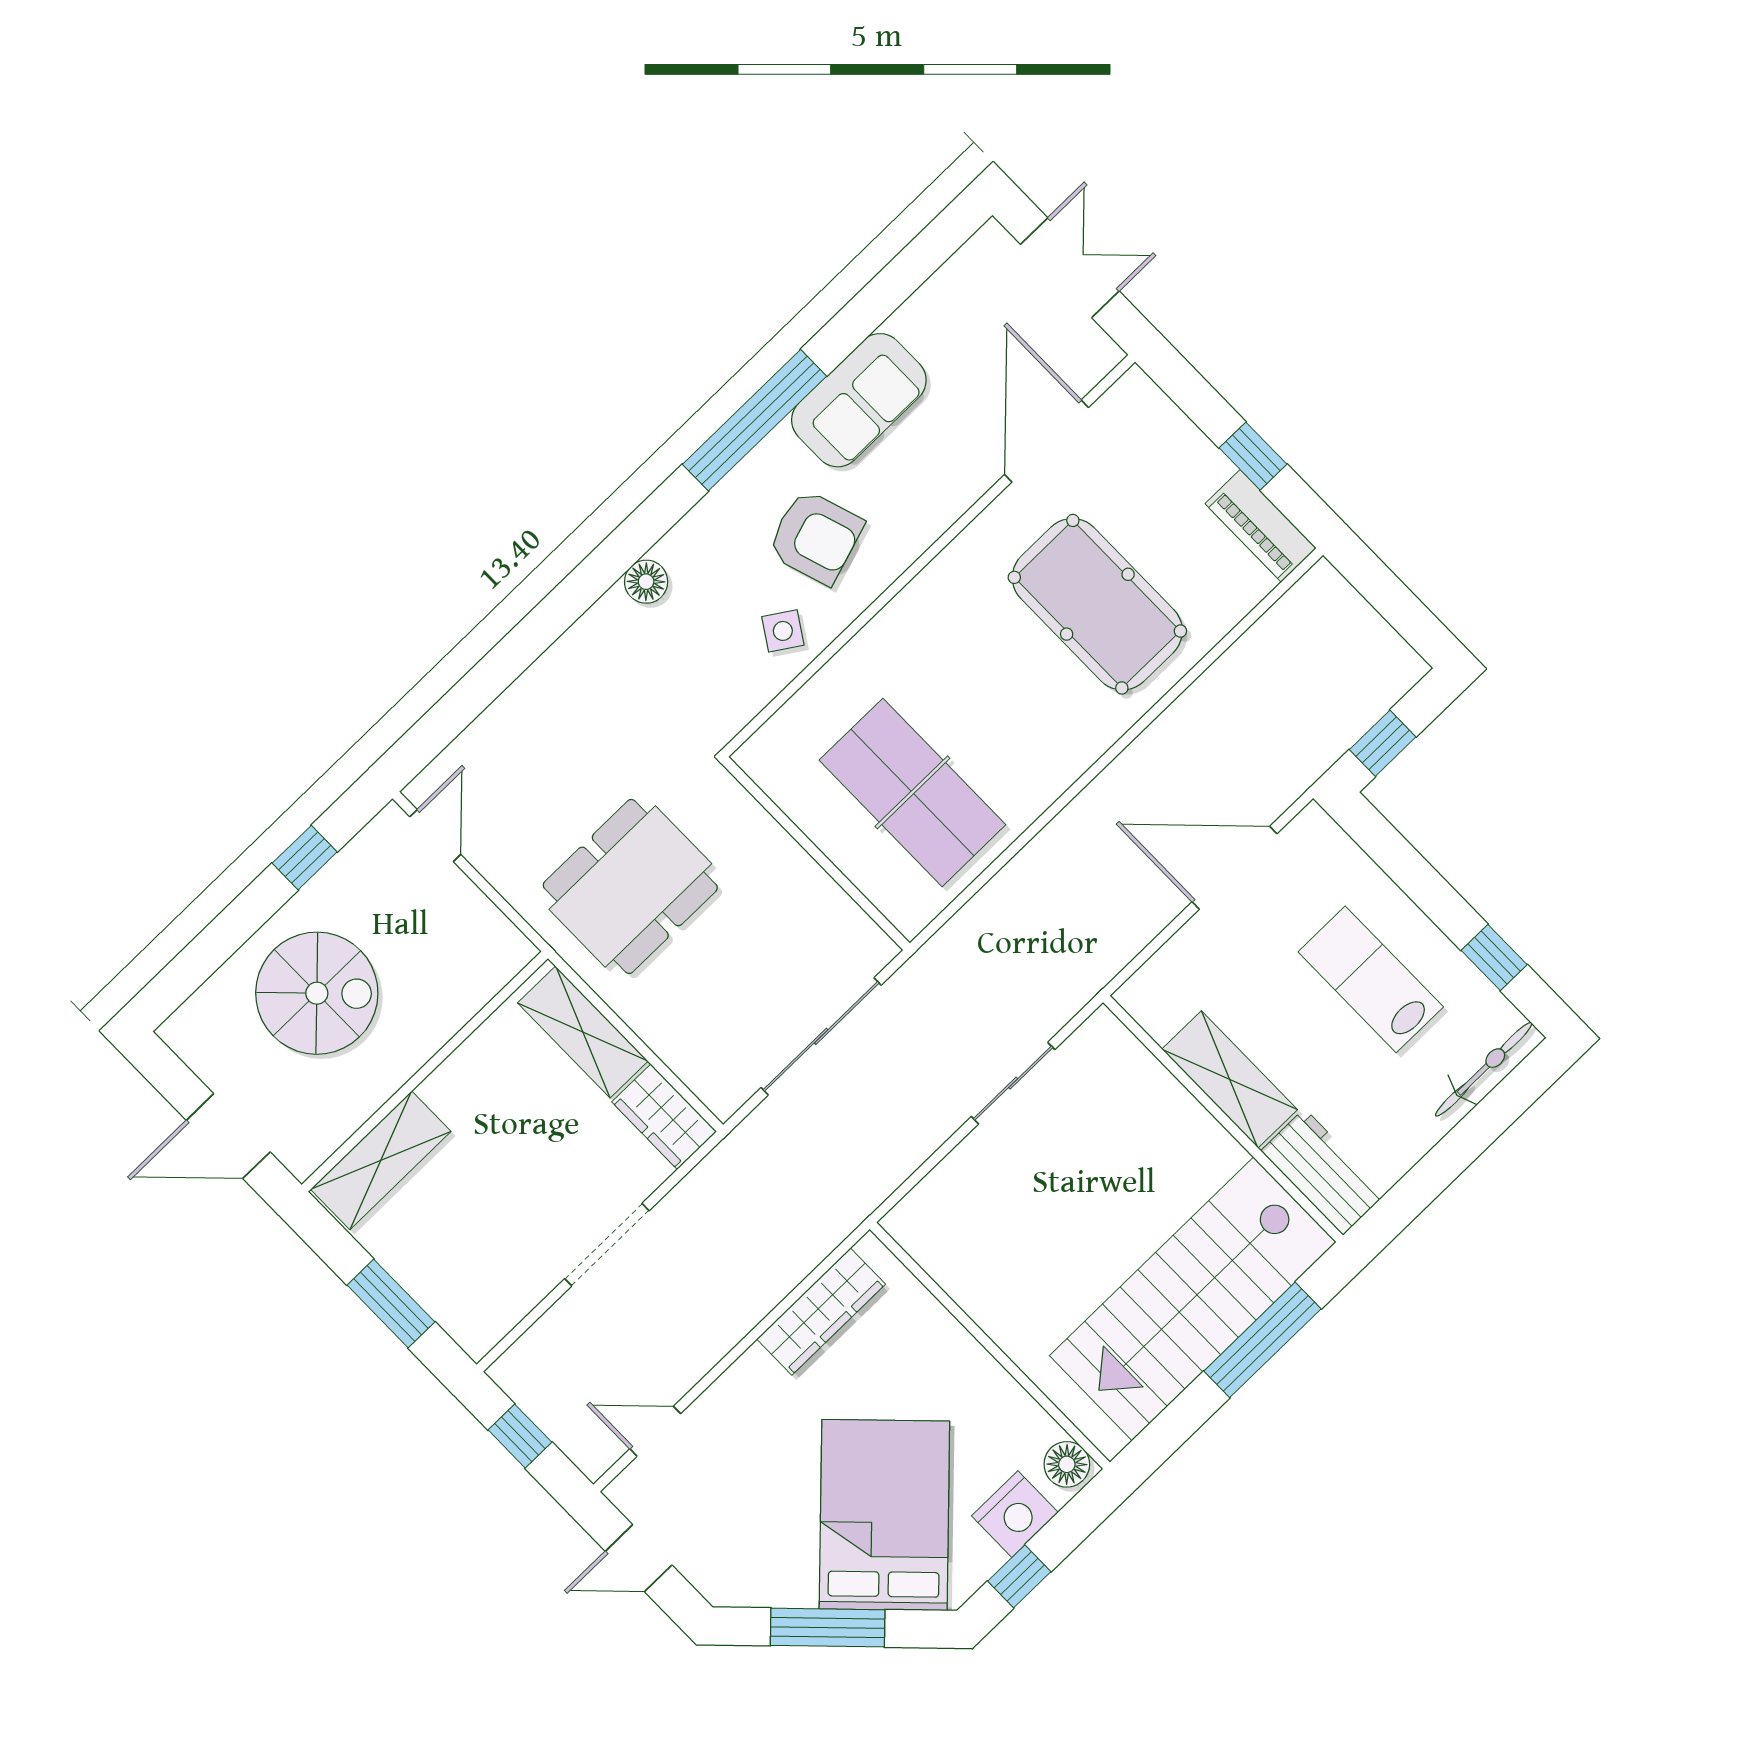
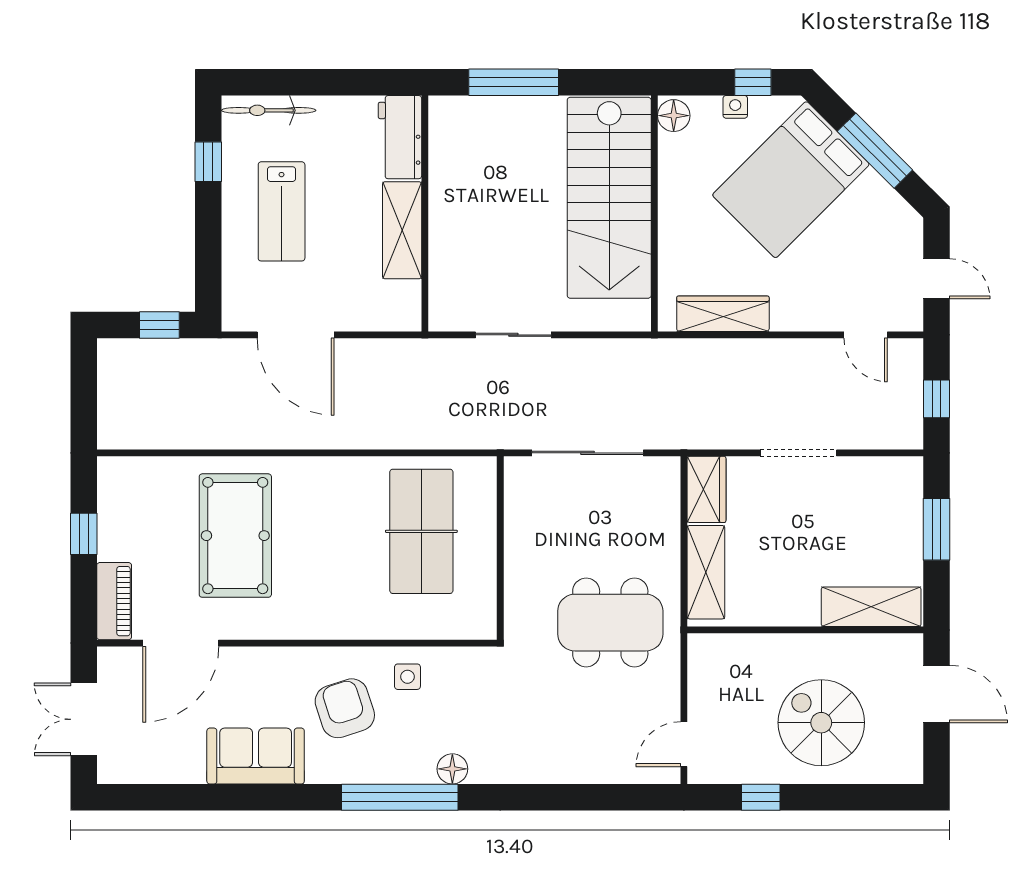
window: (754, 420) -> (400, 797), moved
piano: (1261, 526) -> (114, 601), moved
side table: (783, 631) -> (407, 677), turned -33
stairs: (1193, 1299) -> (609, 198), moved, turned 90
nightstand: (1015, 1514) -> (735, 107), width x0.53, depth x0.56

